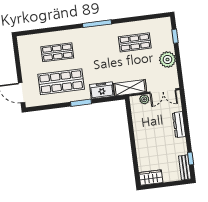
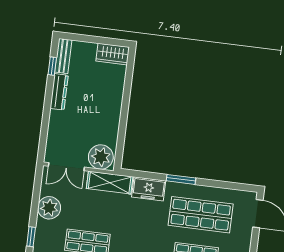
double door: (163, 91) -> (66, 167), swing flipped
plant: (144, 99) -> (101, 157), width x1.88, depth x1.88
dresser: (179, 125) -> (59, 92), moved

